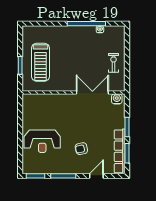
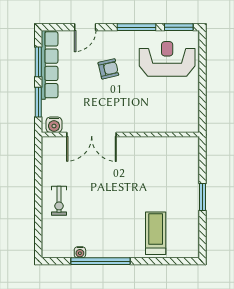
treadmill: (40, 62) -> (156, 233), moved, width x0.73, depth x0.73
wall: (74, 92) -> (120, 135), moved
double door: (92, 92) -> (92, 135), moved
water cooler: (117, 99) -> (54, 125), moved
reception desk: (42, 141) -> (167, 59), moved

